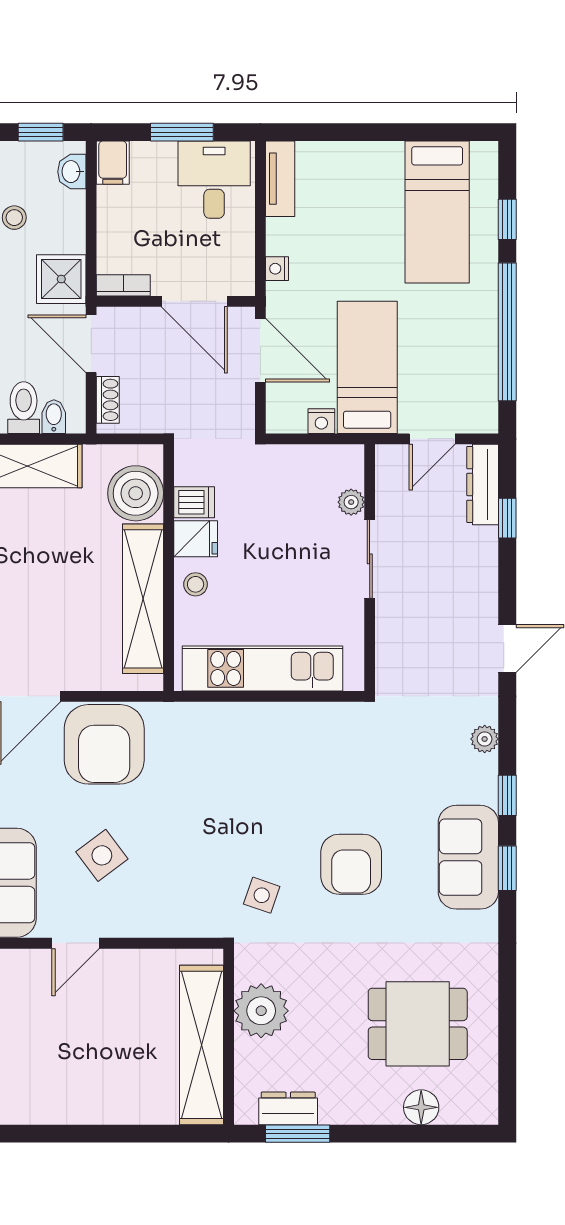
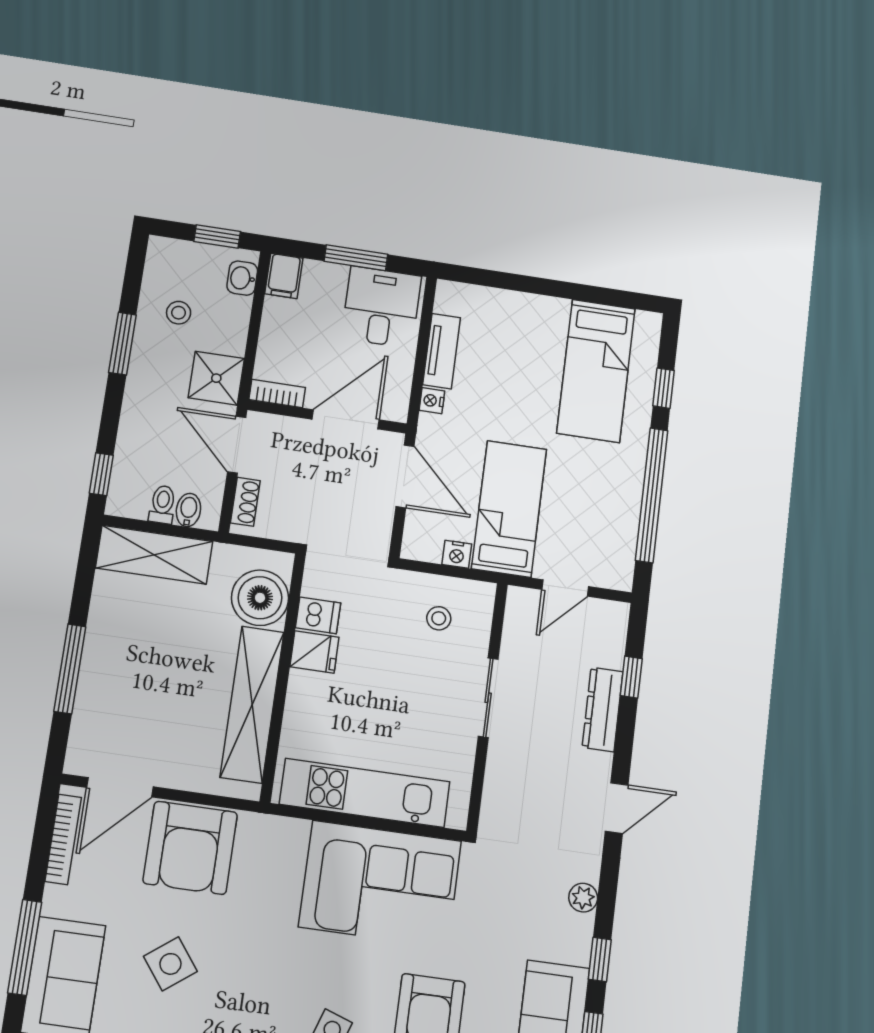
tv unit: (280, 179) -> (442, 351), moved
door: (194, 301) -> (346, 419), swing flipped
toilet: (24, 408) -> (162, 504), width x0.73, depth x0.72
dresser: (483, 484) -> (603, 709), moved
plant: (351, 502) -> (477, 638), removed
stool: (196, 584) -> (439, 618), moved
corner sofa: (289, 753) -> (380, 884), added

